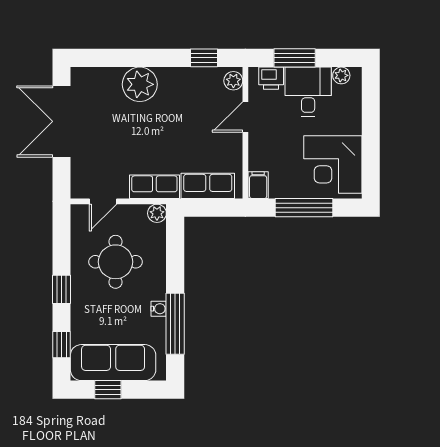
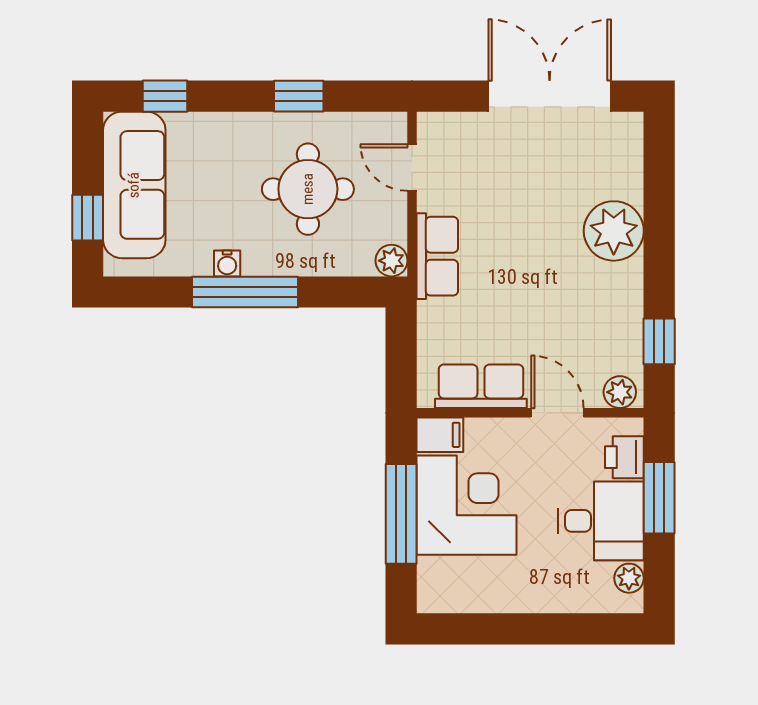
corner desk: (333, 165) -> (467, 505), moved, turned 90
row of seats: (208, 186) -> (481, 386), moved, turned -90
window: (62, 289) -> (299, 96), moved
window: (175, 324) -> (245, 292), moved
window: (108, 390) -> (88, 218), moved

